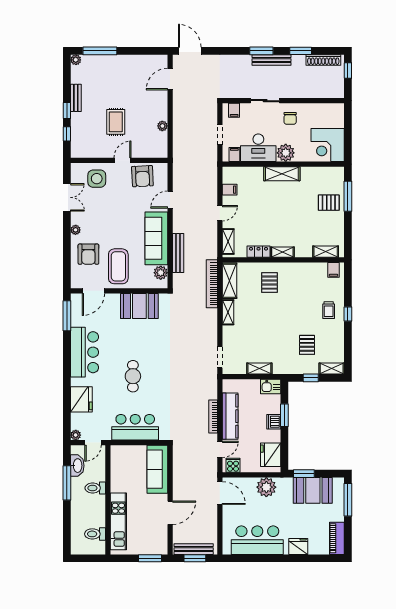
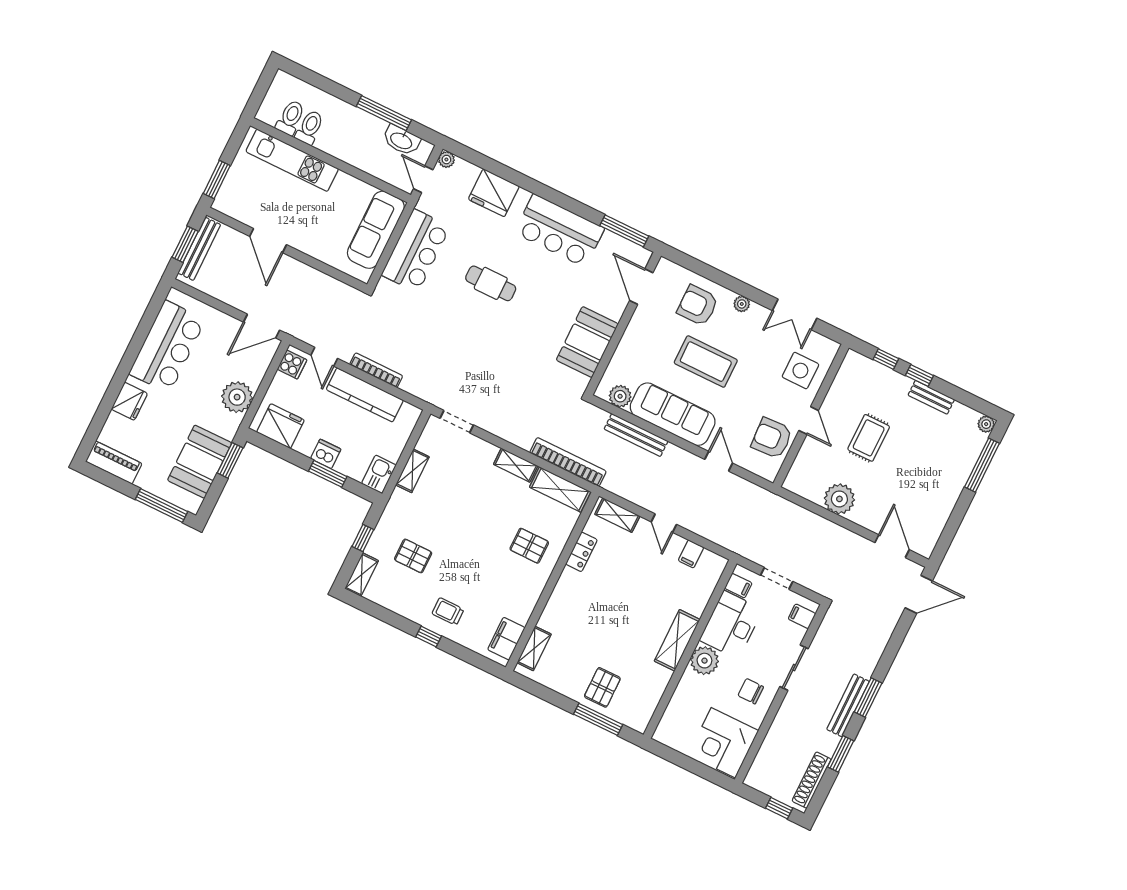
rug: (116, 122) -> (869, 438), turned 90
plant: (162, 126) -> (839, 499), width x1.88, depth x1.88
corner desk: (328, 145) -> (723, 743), moved, turned -90
shelving: (282, 252) -> (564, 586), removed
coffee table: (118, 266) -> (706, 362), moved
filing cabinet: (334, 270) -> (506, 639), width x2.00
sofa: (157, 469) -> (376, 230), moved, turned -90
toilet: (95, 488) -> (310, 127), moved

